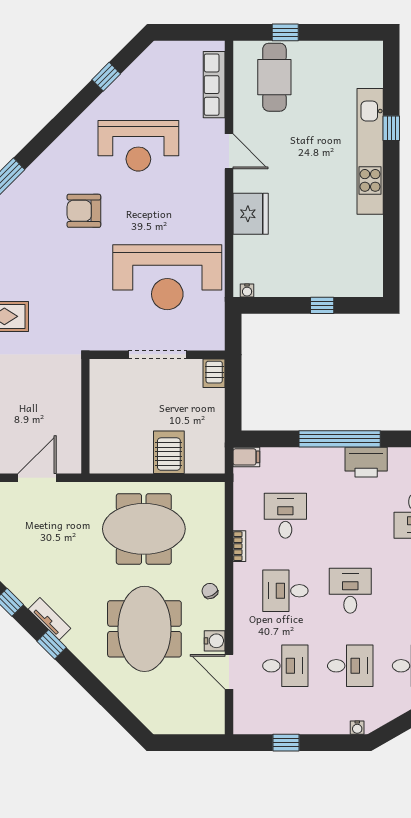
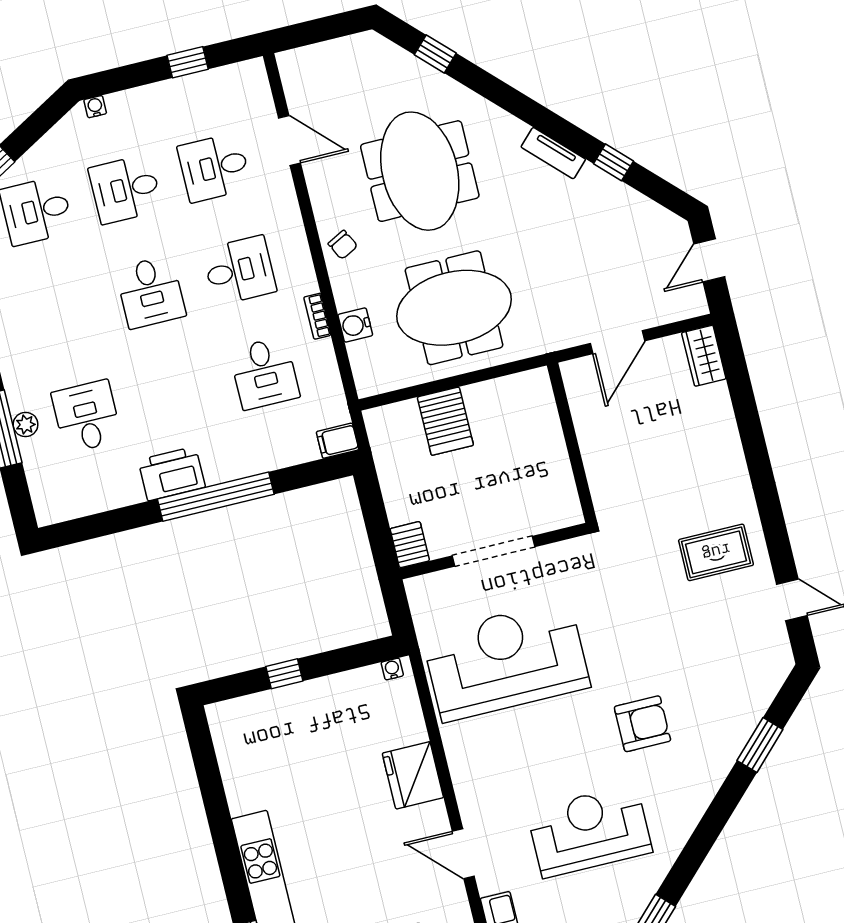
water cooler: (215, 641) -> (355, 325), moved
window: (52, 644) -> (435, 54), moved

